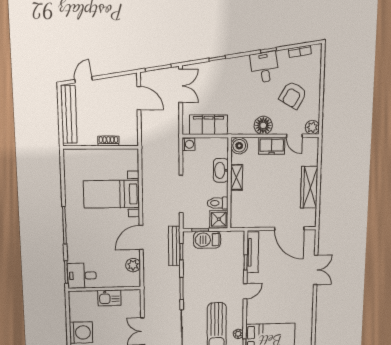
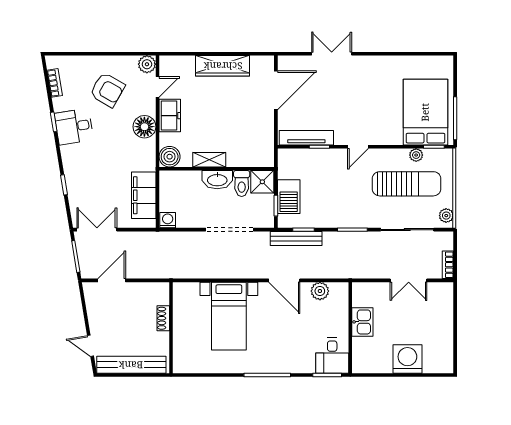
washbasin: (221, 170) -> (217, 180), moved
door: (245, 291) -> (358, 147), swing flipped

